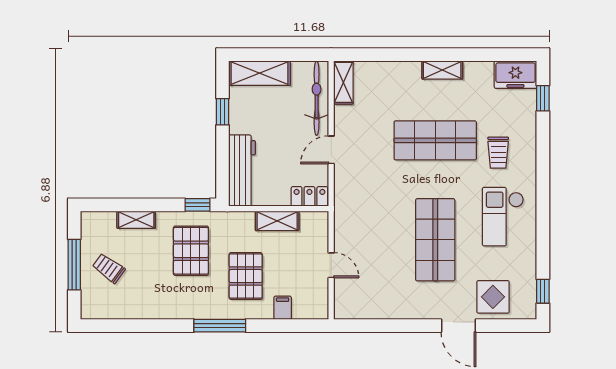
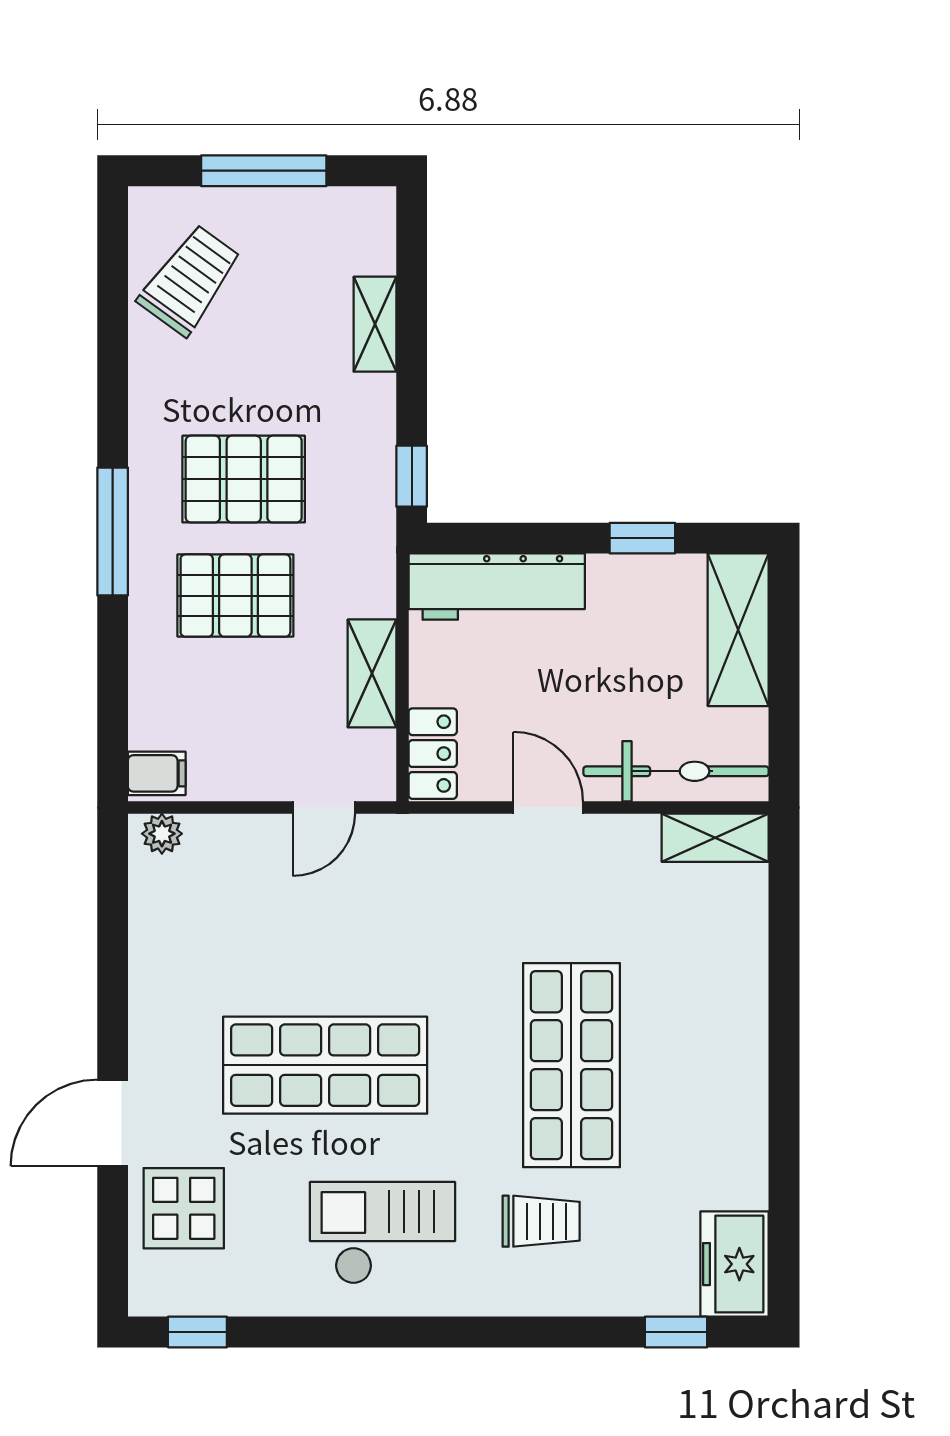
shelving: (442, 70) -> (746, 1083), removed
trolley: (498, 153) -> (541, 1221), turned 180
pallet: (191, 251) -> (244, 479), moved
door: (331, 265) -> (324, 807), moved
trolley: (109, 268) -> (190, 280), moved, width x1.36, depth x1.39
plant: (342, 306) -> (162, 834), added
filing cabinet: (283, 308) -> (157, 773), moved

